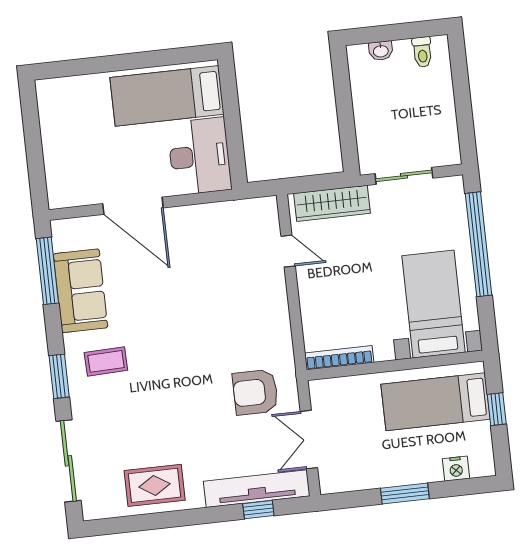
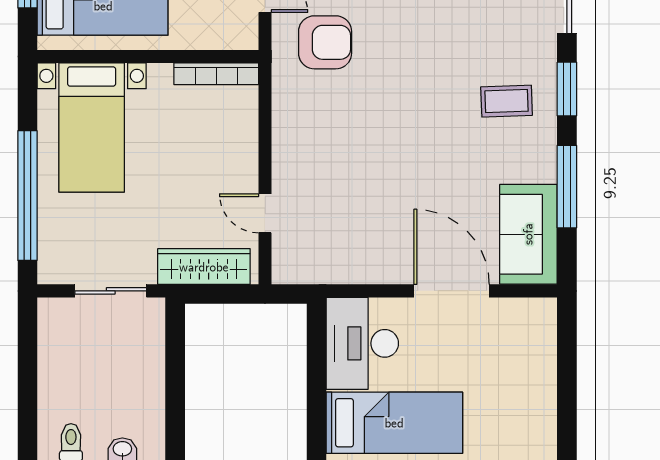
window: (47, 271) -> (567, 187), moved
sofa: (81, 291) -> (528, 234), moved

